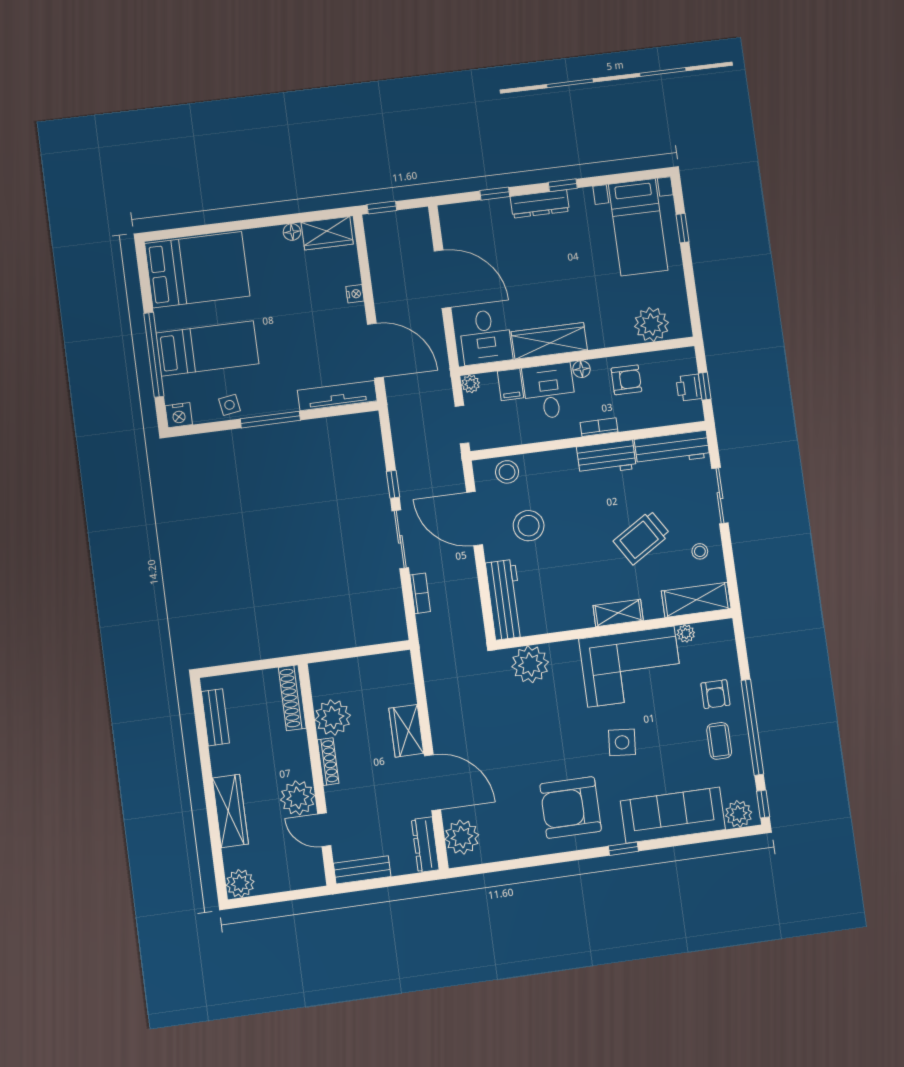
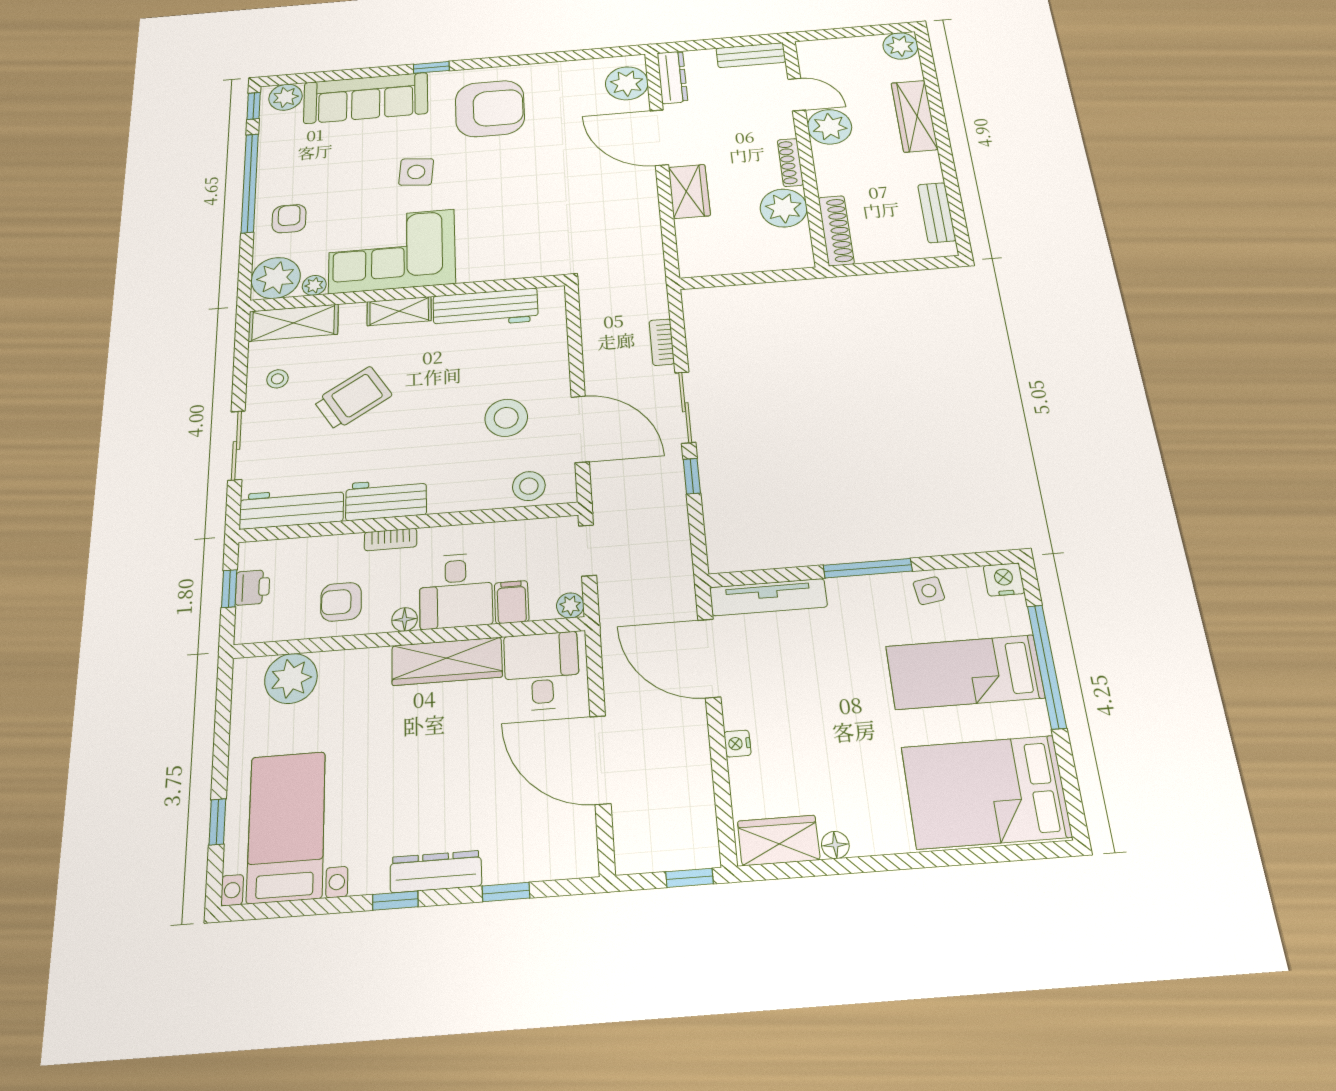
workbench: (505, 600) -> (486, 308), moved, turned -90
plant: (530, 664) -> (276, 278), moved
coffee table: (719, 741) -> (294, 170), removed

